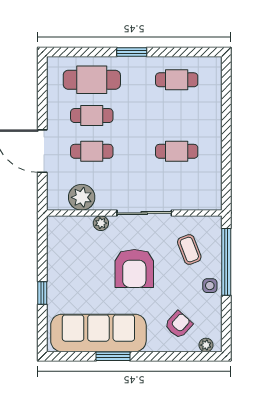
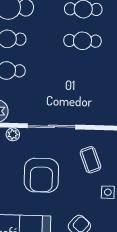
cafe table: (177, 151) -> (82, 41), moved

